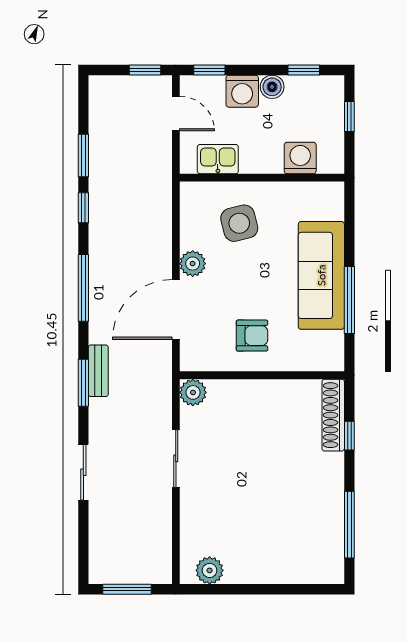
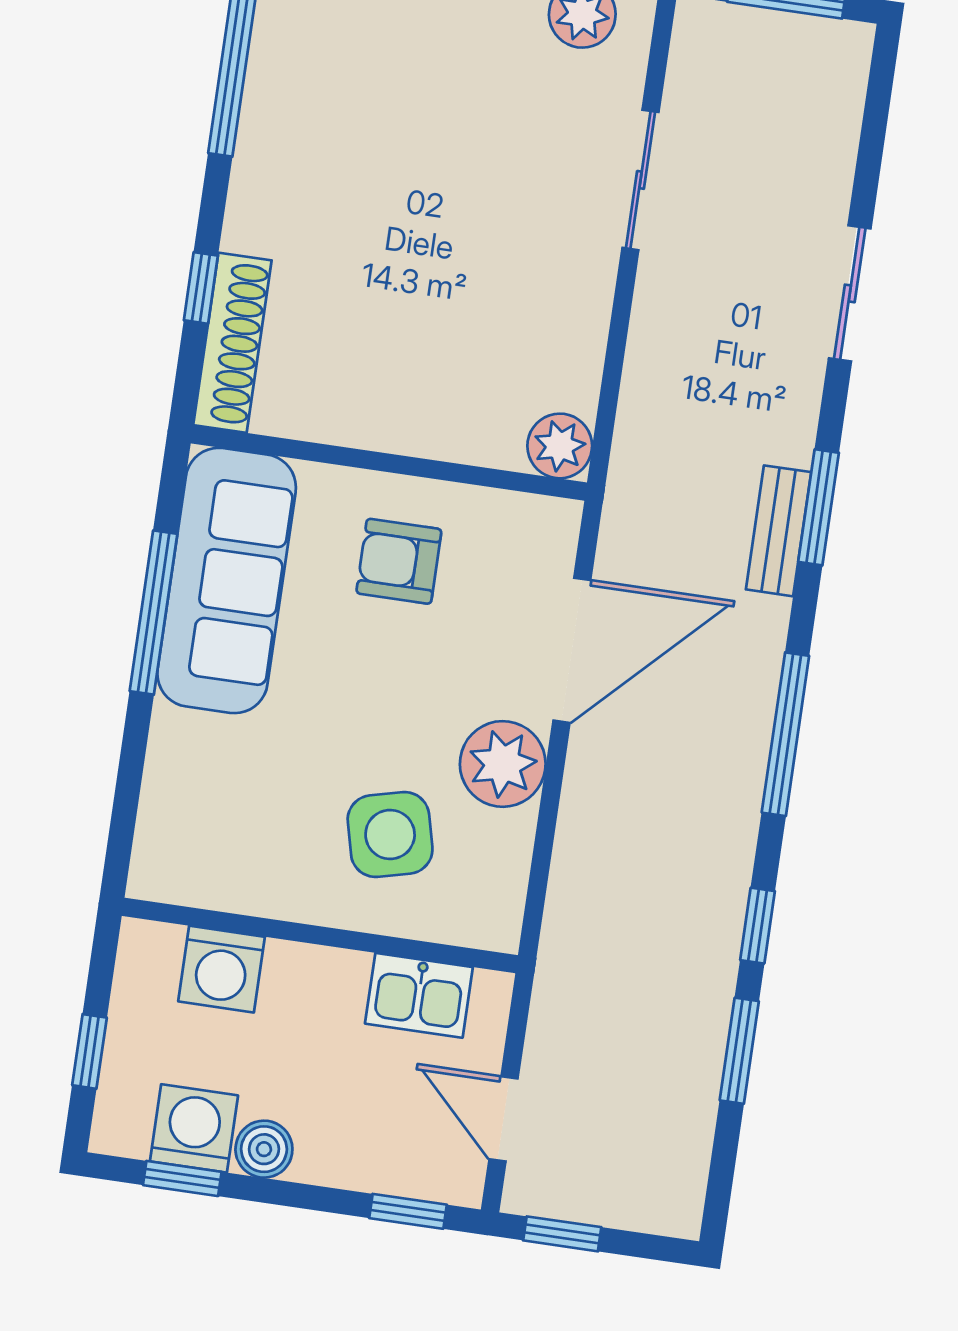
washing machine: (242, 91) -> (194, 1128), moved
plant: (193, 264) -> (503, 764), width x1.36, depth x1.36
sofa: (321, 275) -> (227, 580), moved
sliding door: (176, 458) -> (640, 180), moved

